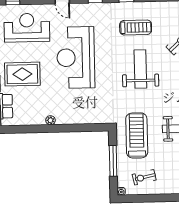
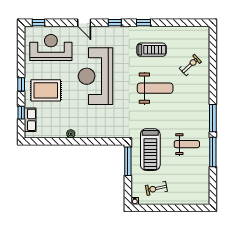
weight bench: (140, 69) -> (155, 88), turned 90
treadmill: (137, 135) -> (150, 150), turned 180
window: (113, 161) -> (128, 161), moved

